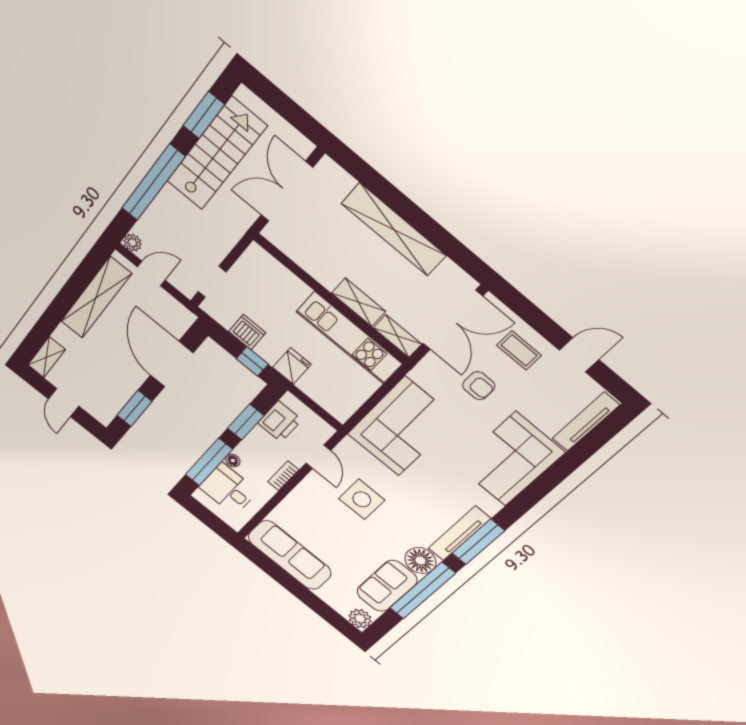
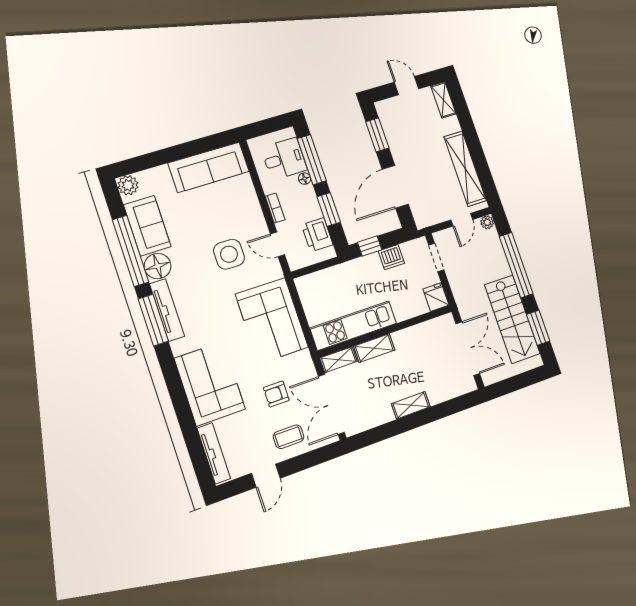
shelving: (394, 230) -> (411, 405), width x0.45, depth x0.75
door: (172, 364) -> (395, 187), swing flipped
fridge: (292, 366) -> (436, 297), moved, turned 180

